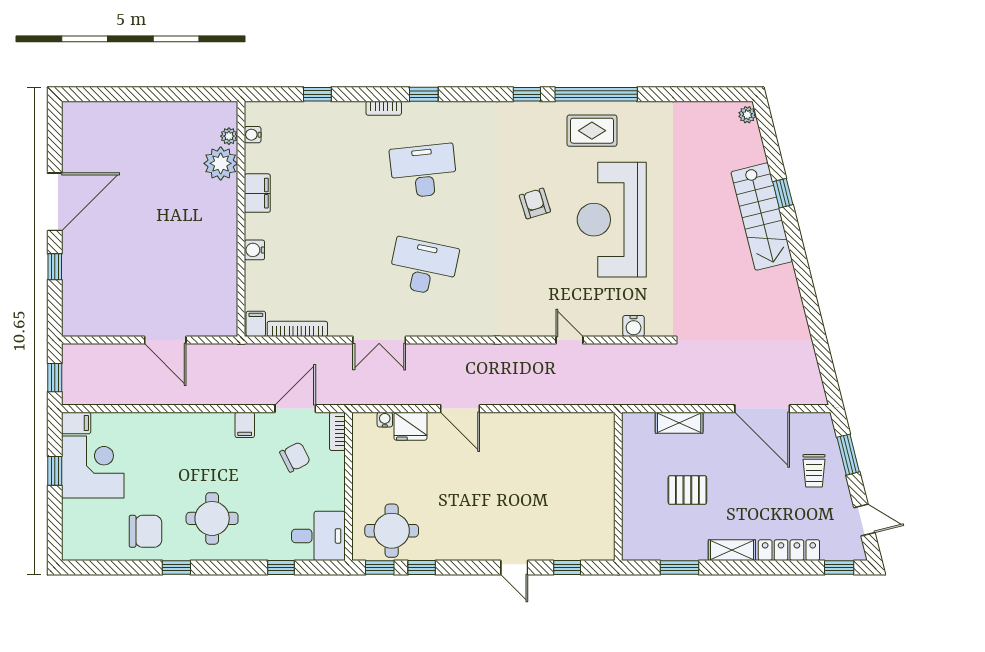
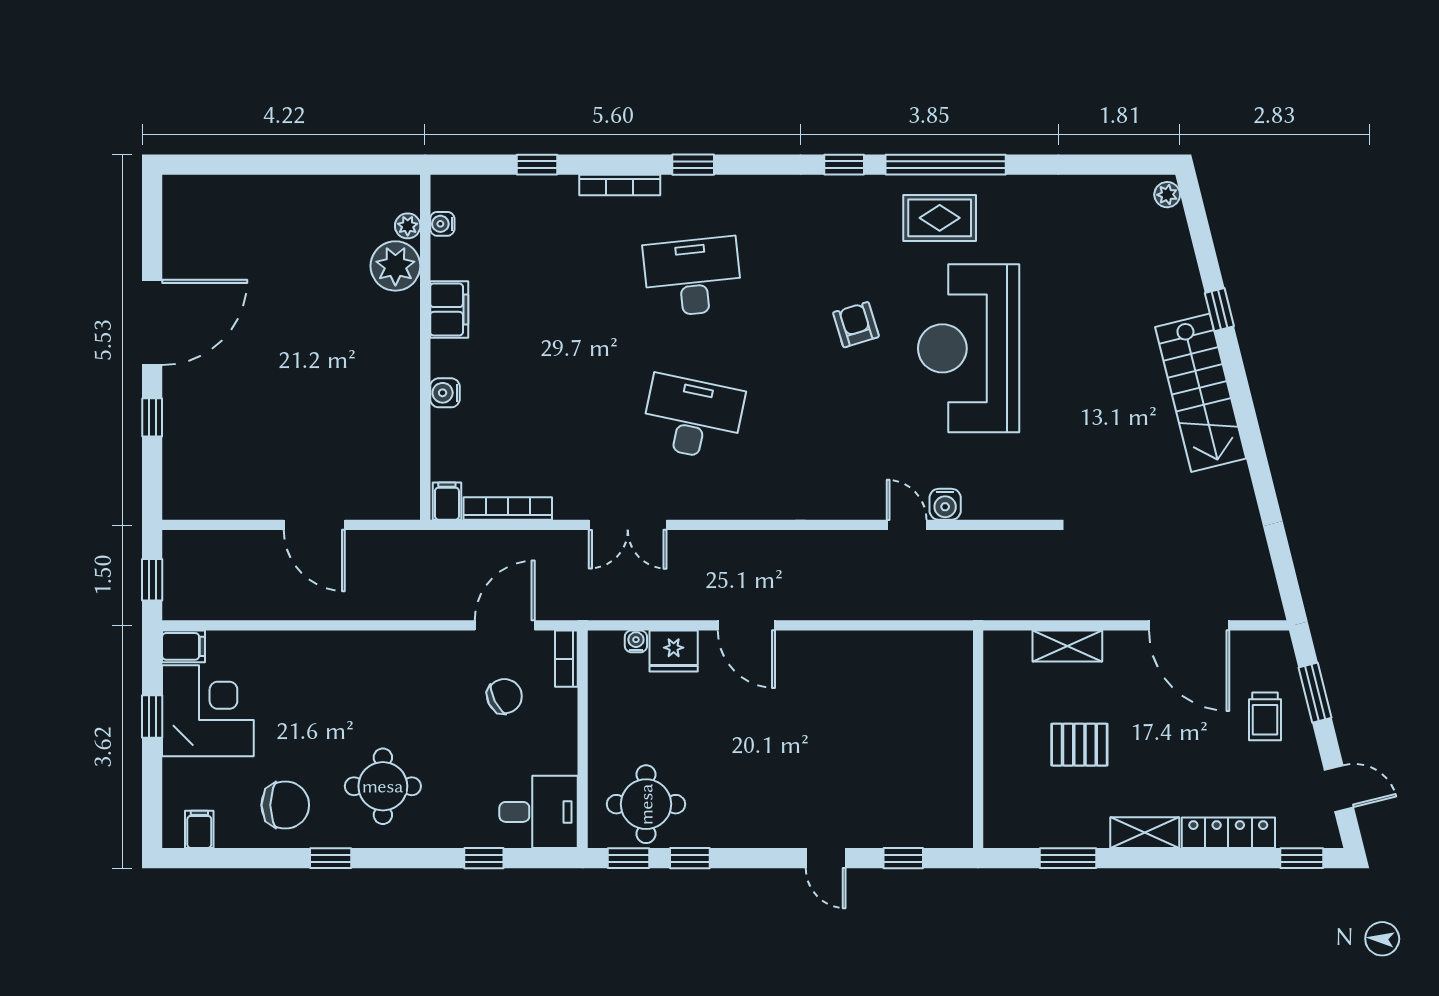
bookcase: (384, 108) -> (620, 185), width x1.56
stairs: (762, 217) -> (1201, 393), moved
water cooler: (634, 326) -> (945, 504), moved
filing cabinet: (245, 425) -> (199, 829), moved, turned 180

